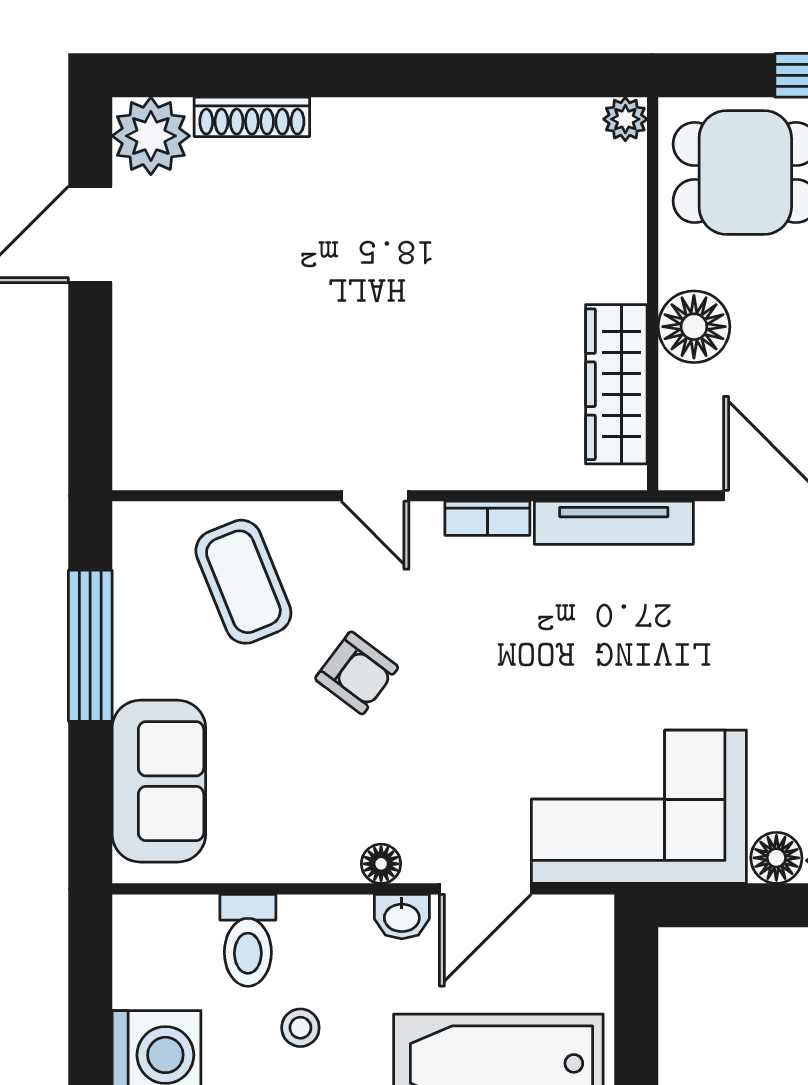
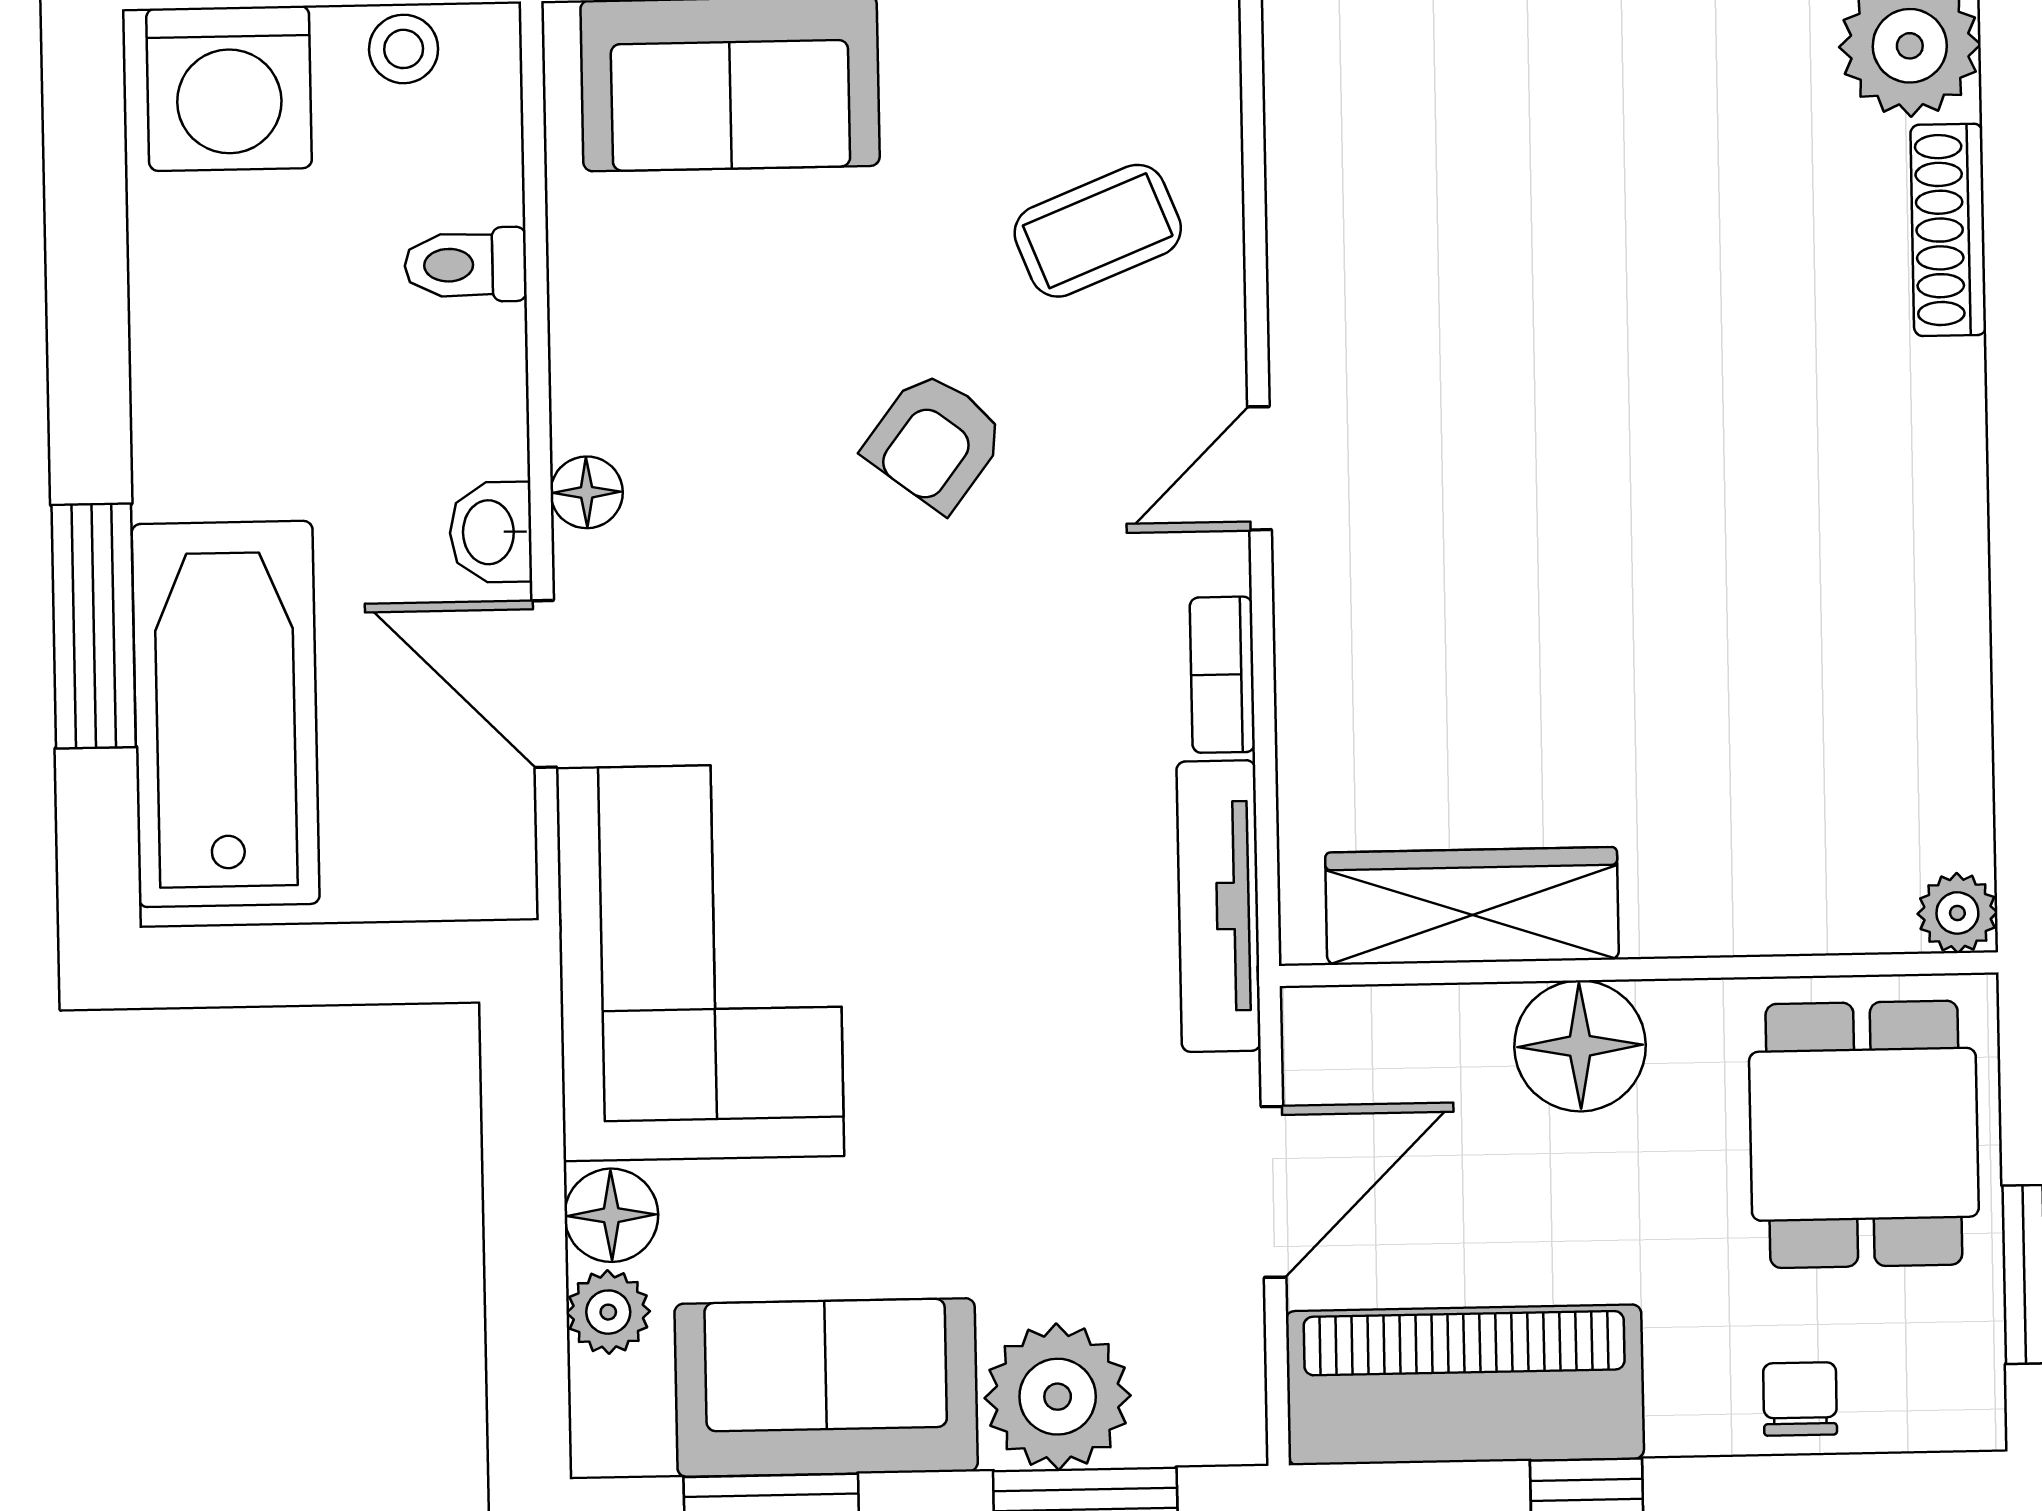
coffee table: (243, 582) -> (1098, 231), width x0.73, depth x0.77
toilet: (248, 940) -> (466, 265), width x0.73, depth x0.72
stool: (300, 1028) -> (404, 49), moved

